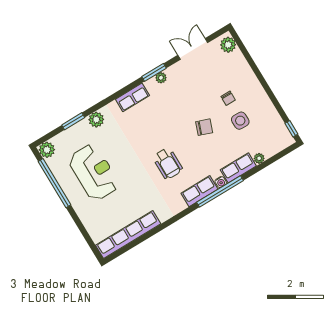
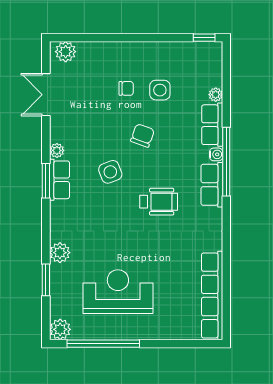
window: (154, 72) -> (46, 181), moved
row of seats: (132, 97) -> (60, 180), moved
side table: (168, 121) -> (110, 172), added

